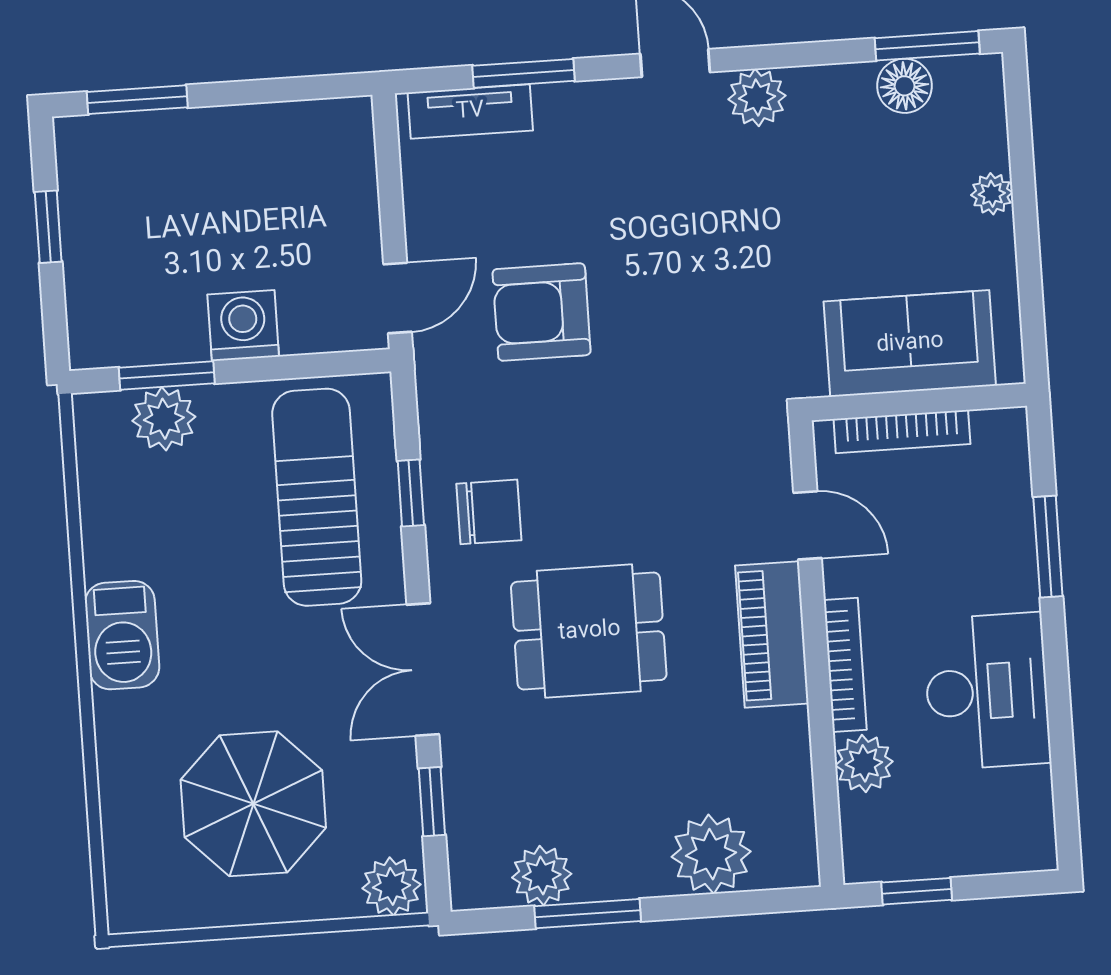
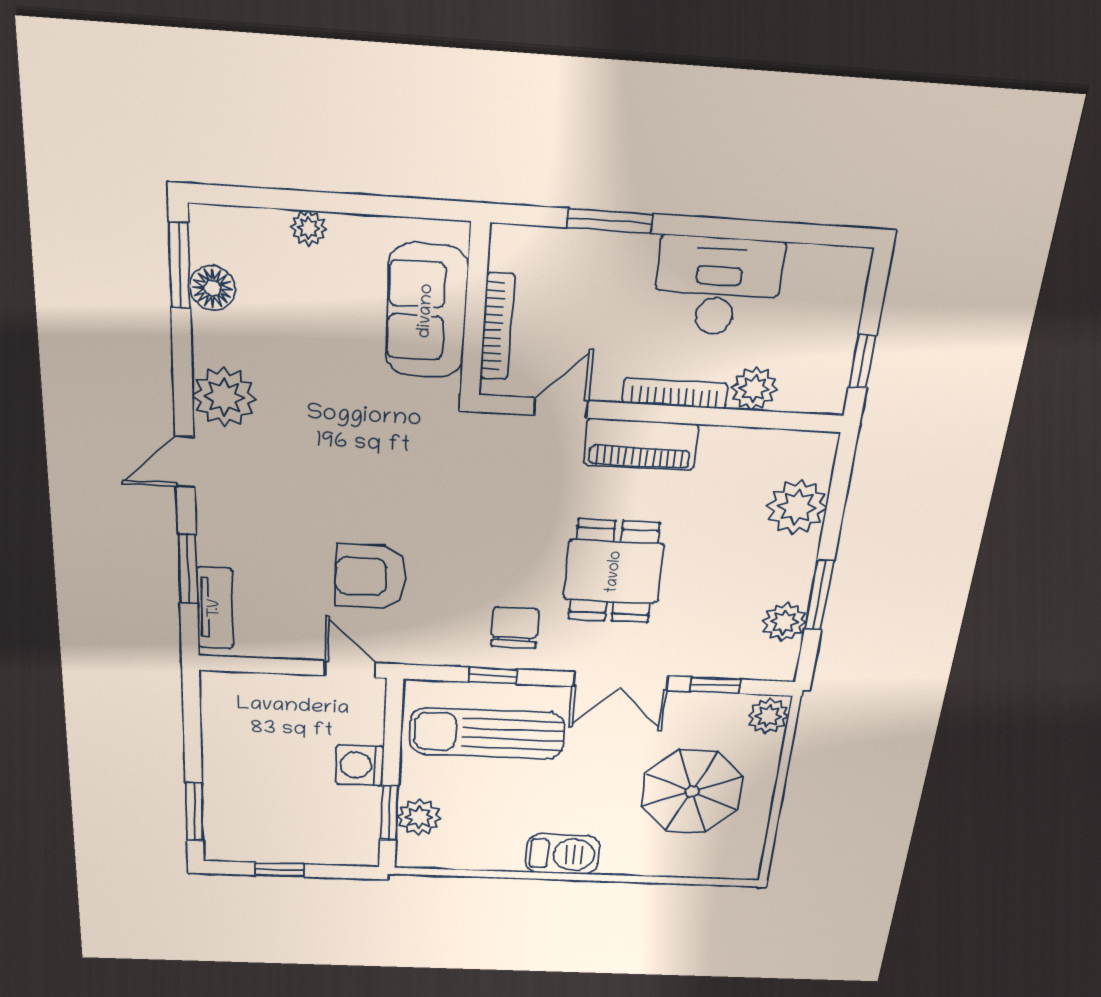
plant: (757, 97) -> (224, 397), width x1.36, depth x1.36
armchair: (542, 312) -> (371, 577), turned 90

